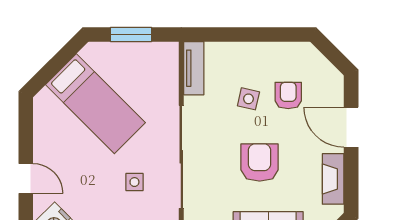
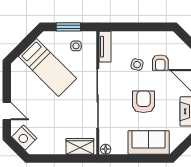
armchair: (288, 96) -> (160, 63), turned 180
side table: (134, 182) -> (76, 46), moved

